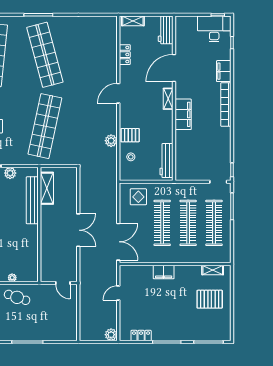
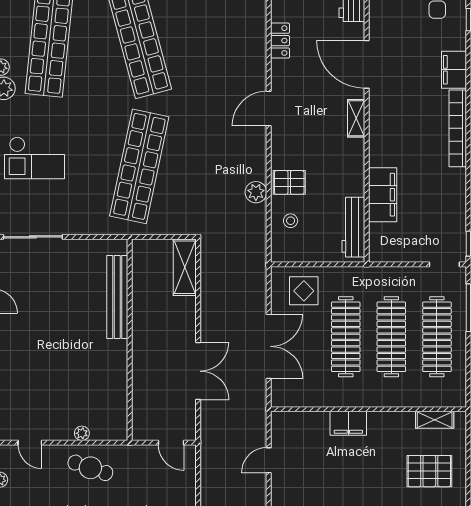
door: (174, 68) -> (367, 64), hinge flipped
filing cabinet: (183, 114) -> (383, 195), moved
plant: (10, 173) -> (78, 249), removed
shelving: (47, 188) -> (185, 267), moved
double door: (78, 230) -> (198, 371), moved
double door: (118, 242) -> (269, 346), moved

